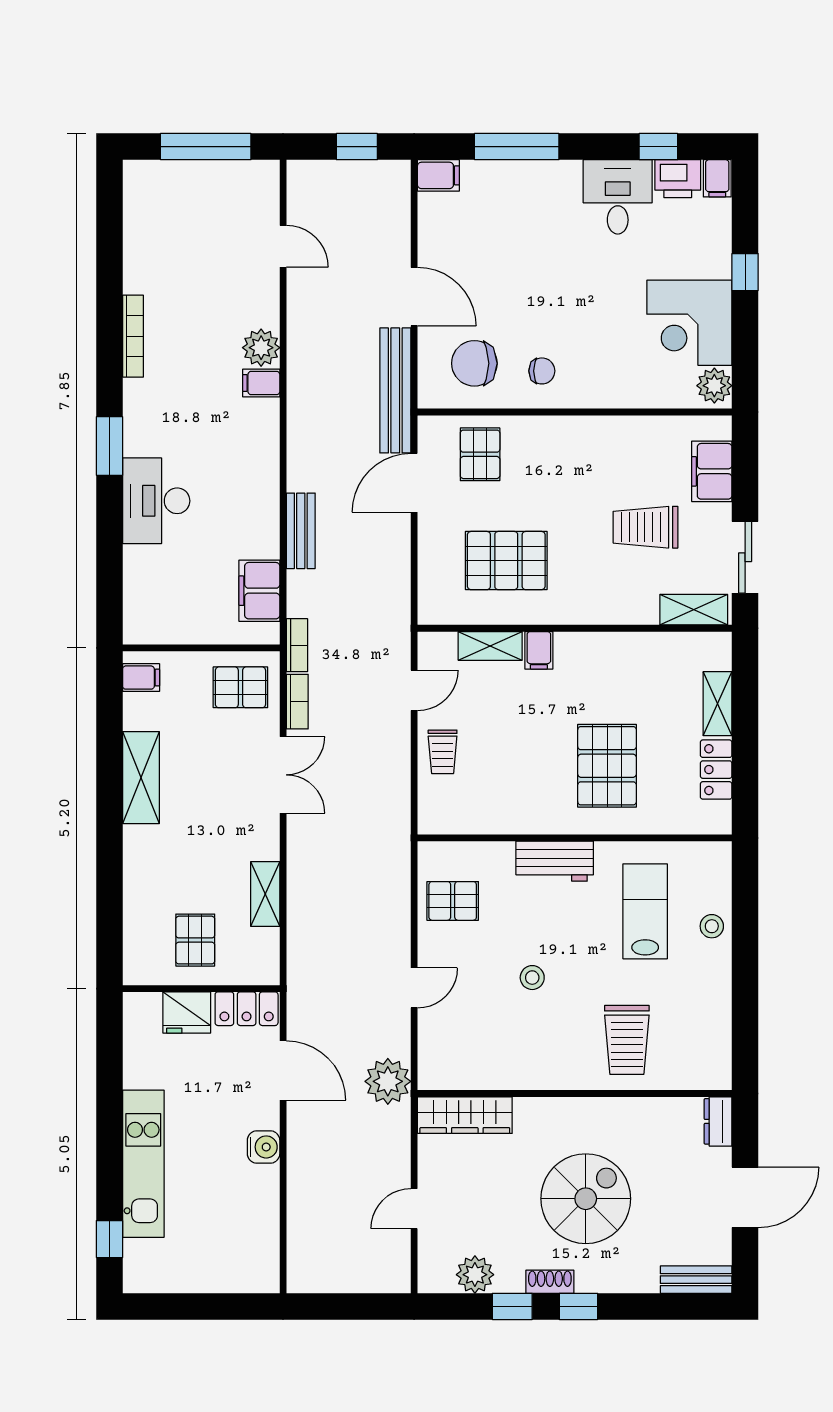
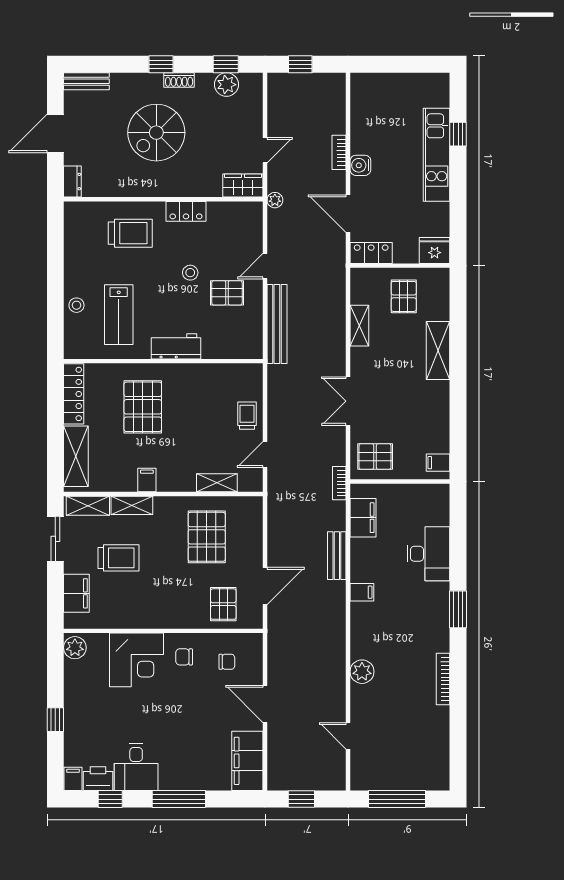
window: (517, 147) -> (179, 799), moved
filing cabinet: (438, 175) -> (247, 761), width x3.00, depth x1.17
corner desk: (689, 323) -> (136, 660), moved, turned 90
chair: (474, 363) -> (227, 662), width x0.54, depth x0.54
filing cabinet: (261, 383) -> (362, 592), moved
bench: (395, 390) -> (277, 324), moved
desk: (156, 501) -> (428, 554), moved
pallet: (506, 561) -> (207, 537), turned 90
shelving: (624, 610) -> (132, 505), added
filing cabinet: (539, 650) -> (147, 480), moved
bookcase: (297, 702) -> (339, 152), moved
shelving: (718, 704) -> (76, 456), width x1.50, depth x1.33
locker: (716, 770) -> (74, 394), width x1.53
shelving: (141, 778) -> (438, 350), moved
pallet: (453, 901) -> (227, 293), moved
fridge: (187, 1013) -> (435, 251), moved
trolley: (627, 1040) -> (130, 233), turned 90
locker: (539, 1074) -> (186, 211), added
plant: (388, 1081) -> (275, 200), width x0.53, depth x0.53
wardrobe: (465, 1115) -> (243, 186), width x0.67
door: (414, 1209) -> (265, 150), moved
window: (109, 1239) -> (458, 134), moved
window: (358, 1306) -> (300, 64), added
window: (512, 1306) -> (226, 64), moved

